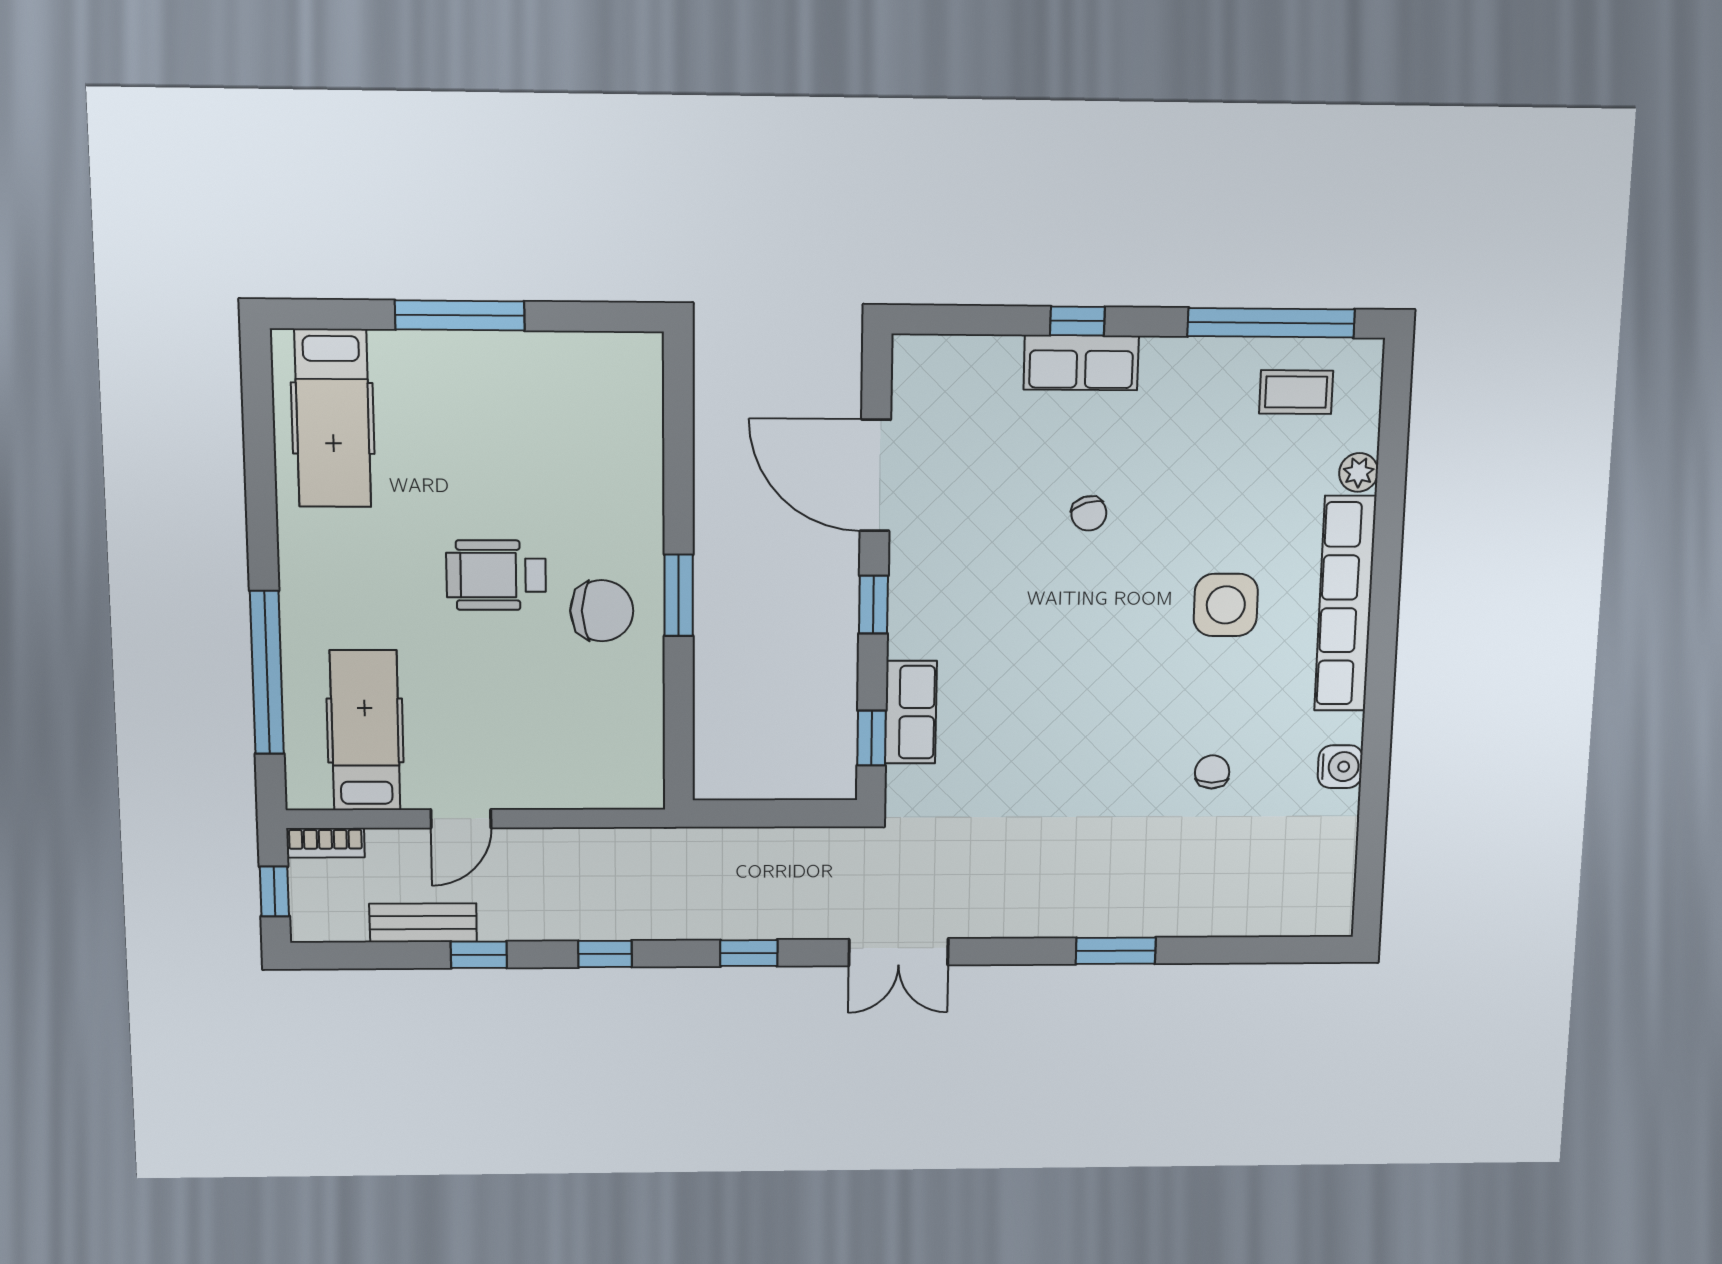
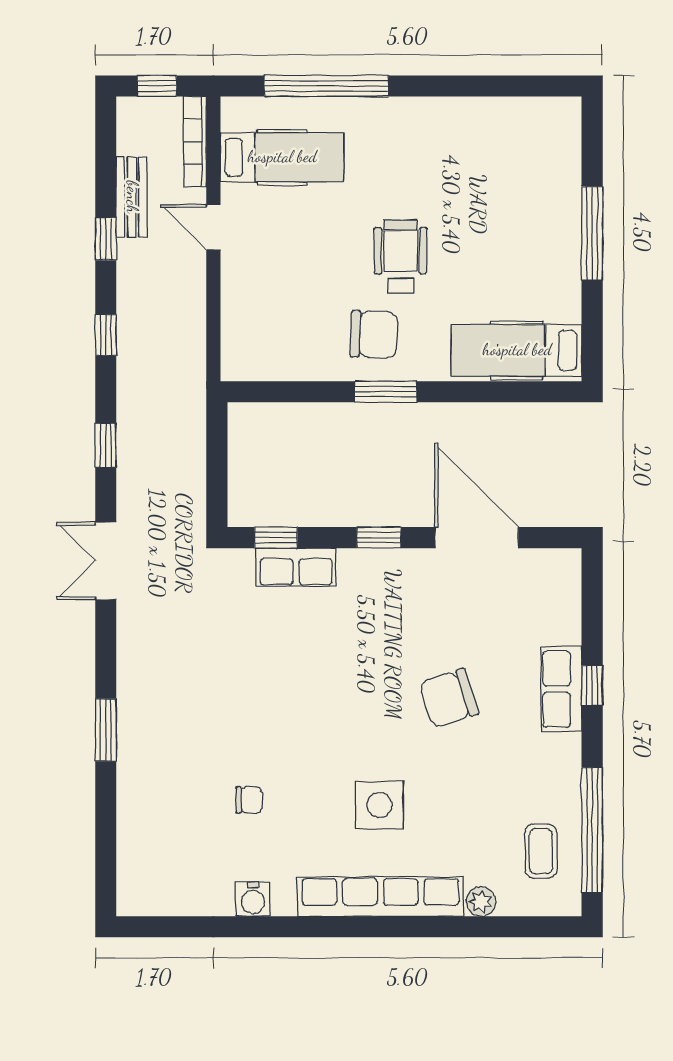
hospital bed: (333, 418) -> (517, 350), moved
door: (875, 475) -> (477, 538), hinge flipped
chair: (1089, 513) -> (449, 698), width x1.87, depth x1.87
chair: (602, 611) -> (374, 334), turned -88
bookcase: (325, 843) -> (195, 142), width x1.56

